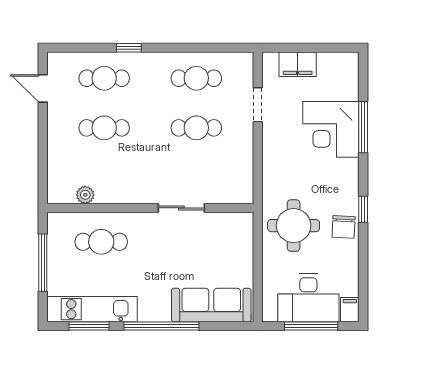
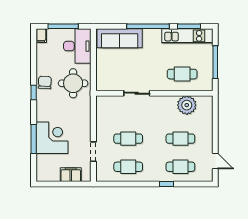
plant: (85, 195) -> (187, 105), width x1.88, depth x1.88
desk: (308, 298) -> (77, 46), moved, turned 90

